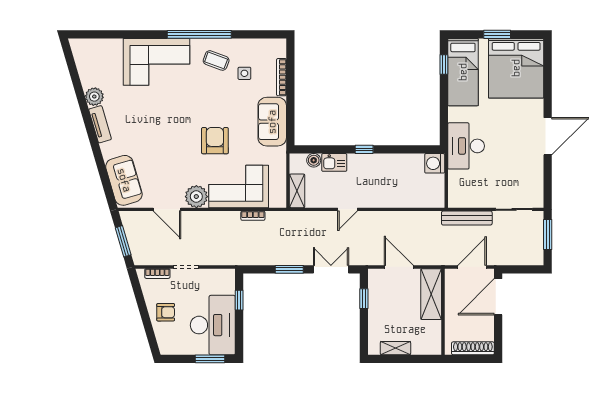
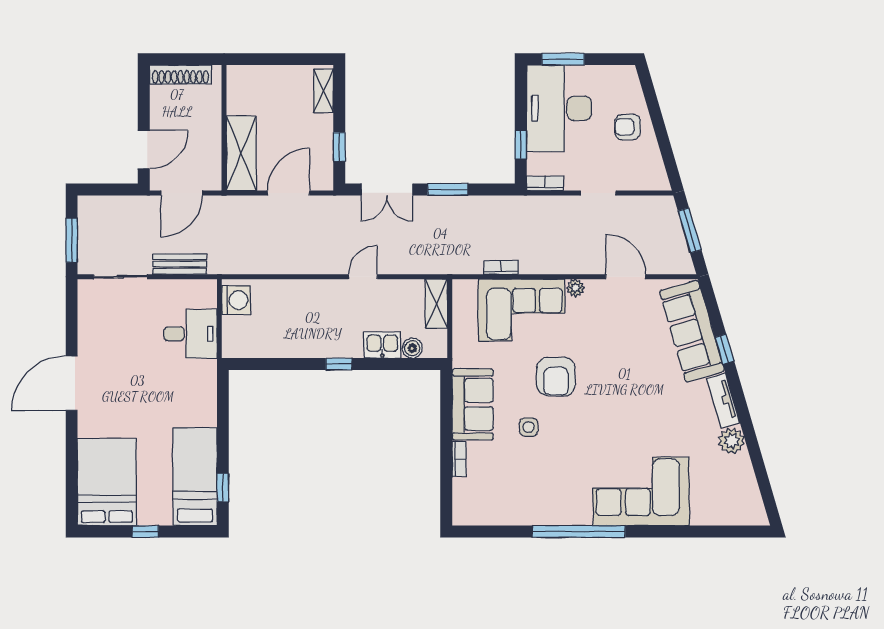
window: (497, 34) -> (145, 532), width x0.67
coffee table: (216, 60) -> (554, 493), removed
bed: (516, 68) -> (107, 482), width x0.73
side table: (244, 73) -> (529, 427), moved
bookcase: (281, 77) -> (459, 459), width x0.64
desk: (466, 146) -> (190, 334), moved, width x0.73
window: (99, 160) -> (724, 349), added
washing machine: (435, 163) -> (236, 300), moved
sofa: (124, 180) -> (692, 331), width x1.36
plant: (196, 197) -> (575, 288), width x0.53, depth x0.53
bench: (467, 218) -> (180, 264), width x0.73
door: (399, 267) -> (288, 193), swing flipped
bookcase: (157, 274) -> (545, 183), moved
door: (498, 297) -> (144, 150), width x0.73
shelving: (395, 348) -> (324, 91), moved, turned 90

